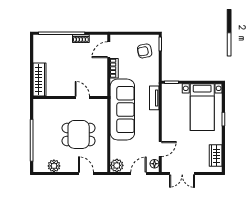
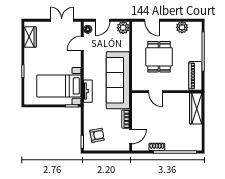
bed with nightstands: (202, 107) -> (59, 86), moved, turned -90
piano: (40, 114) -> (195, 76), added
dining table: (79, 134) -> (159, 57), turned 90

